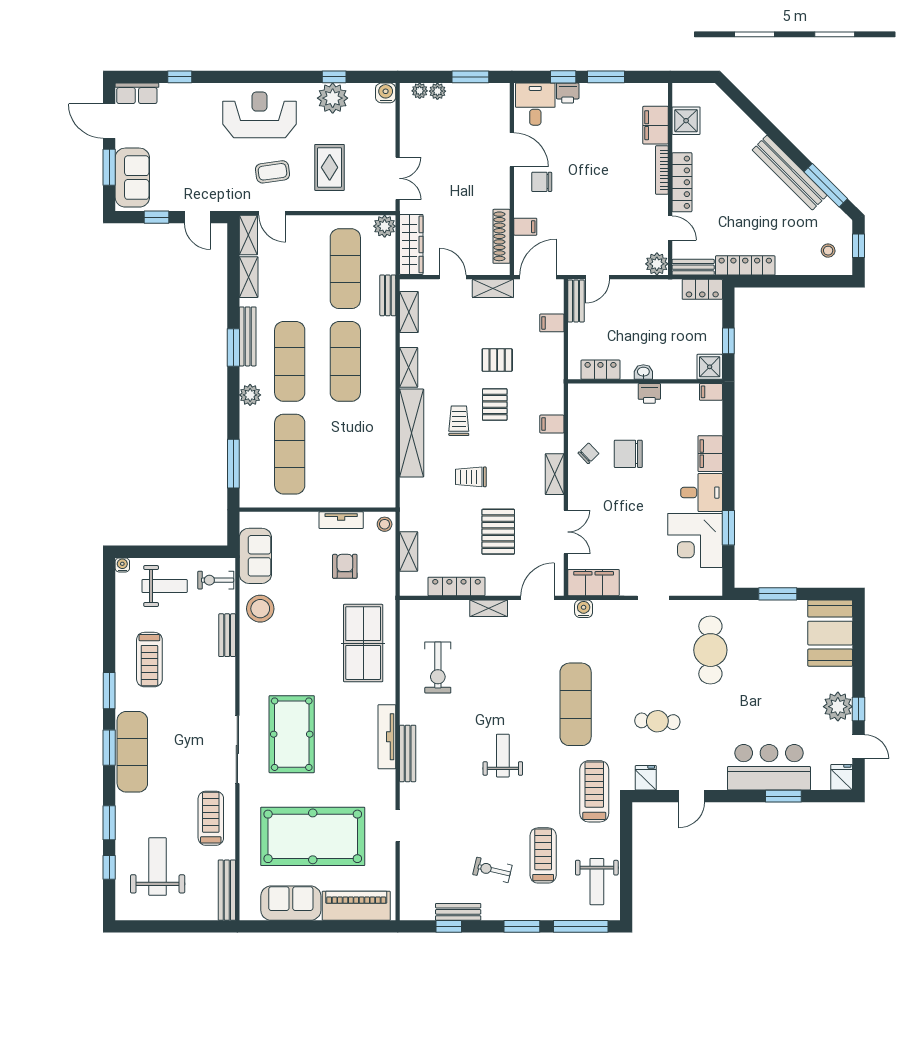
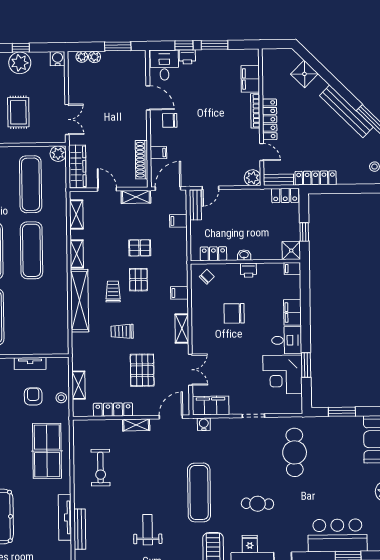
shower: (686, 121) -> (304, 74), moved, turned 45
bench: (388, 295) -> (61, 203), removed
chair: (588, 453) -> (207, 277), moved
stool: (385, 524) -> (61, 398), moved

